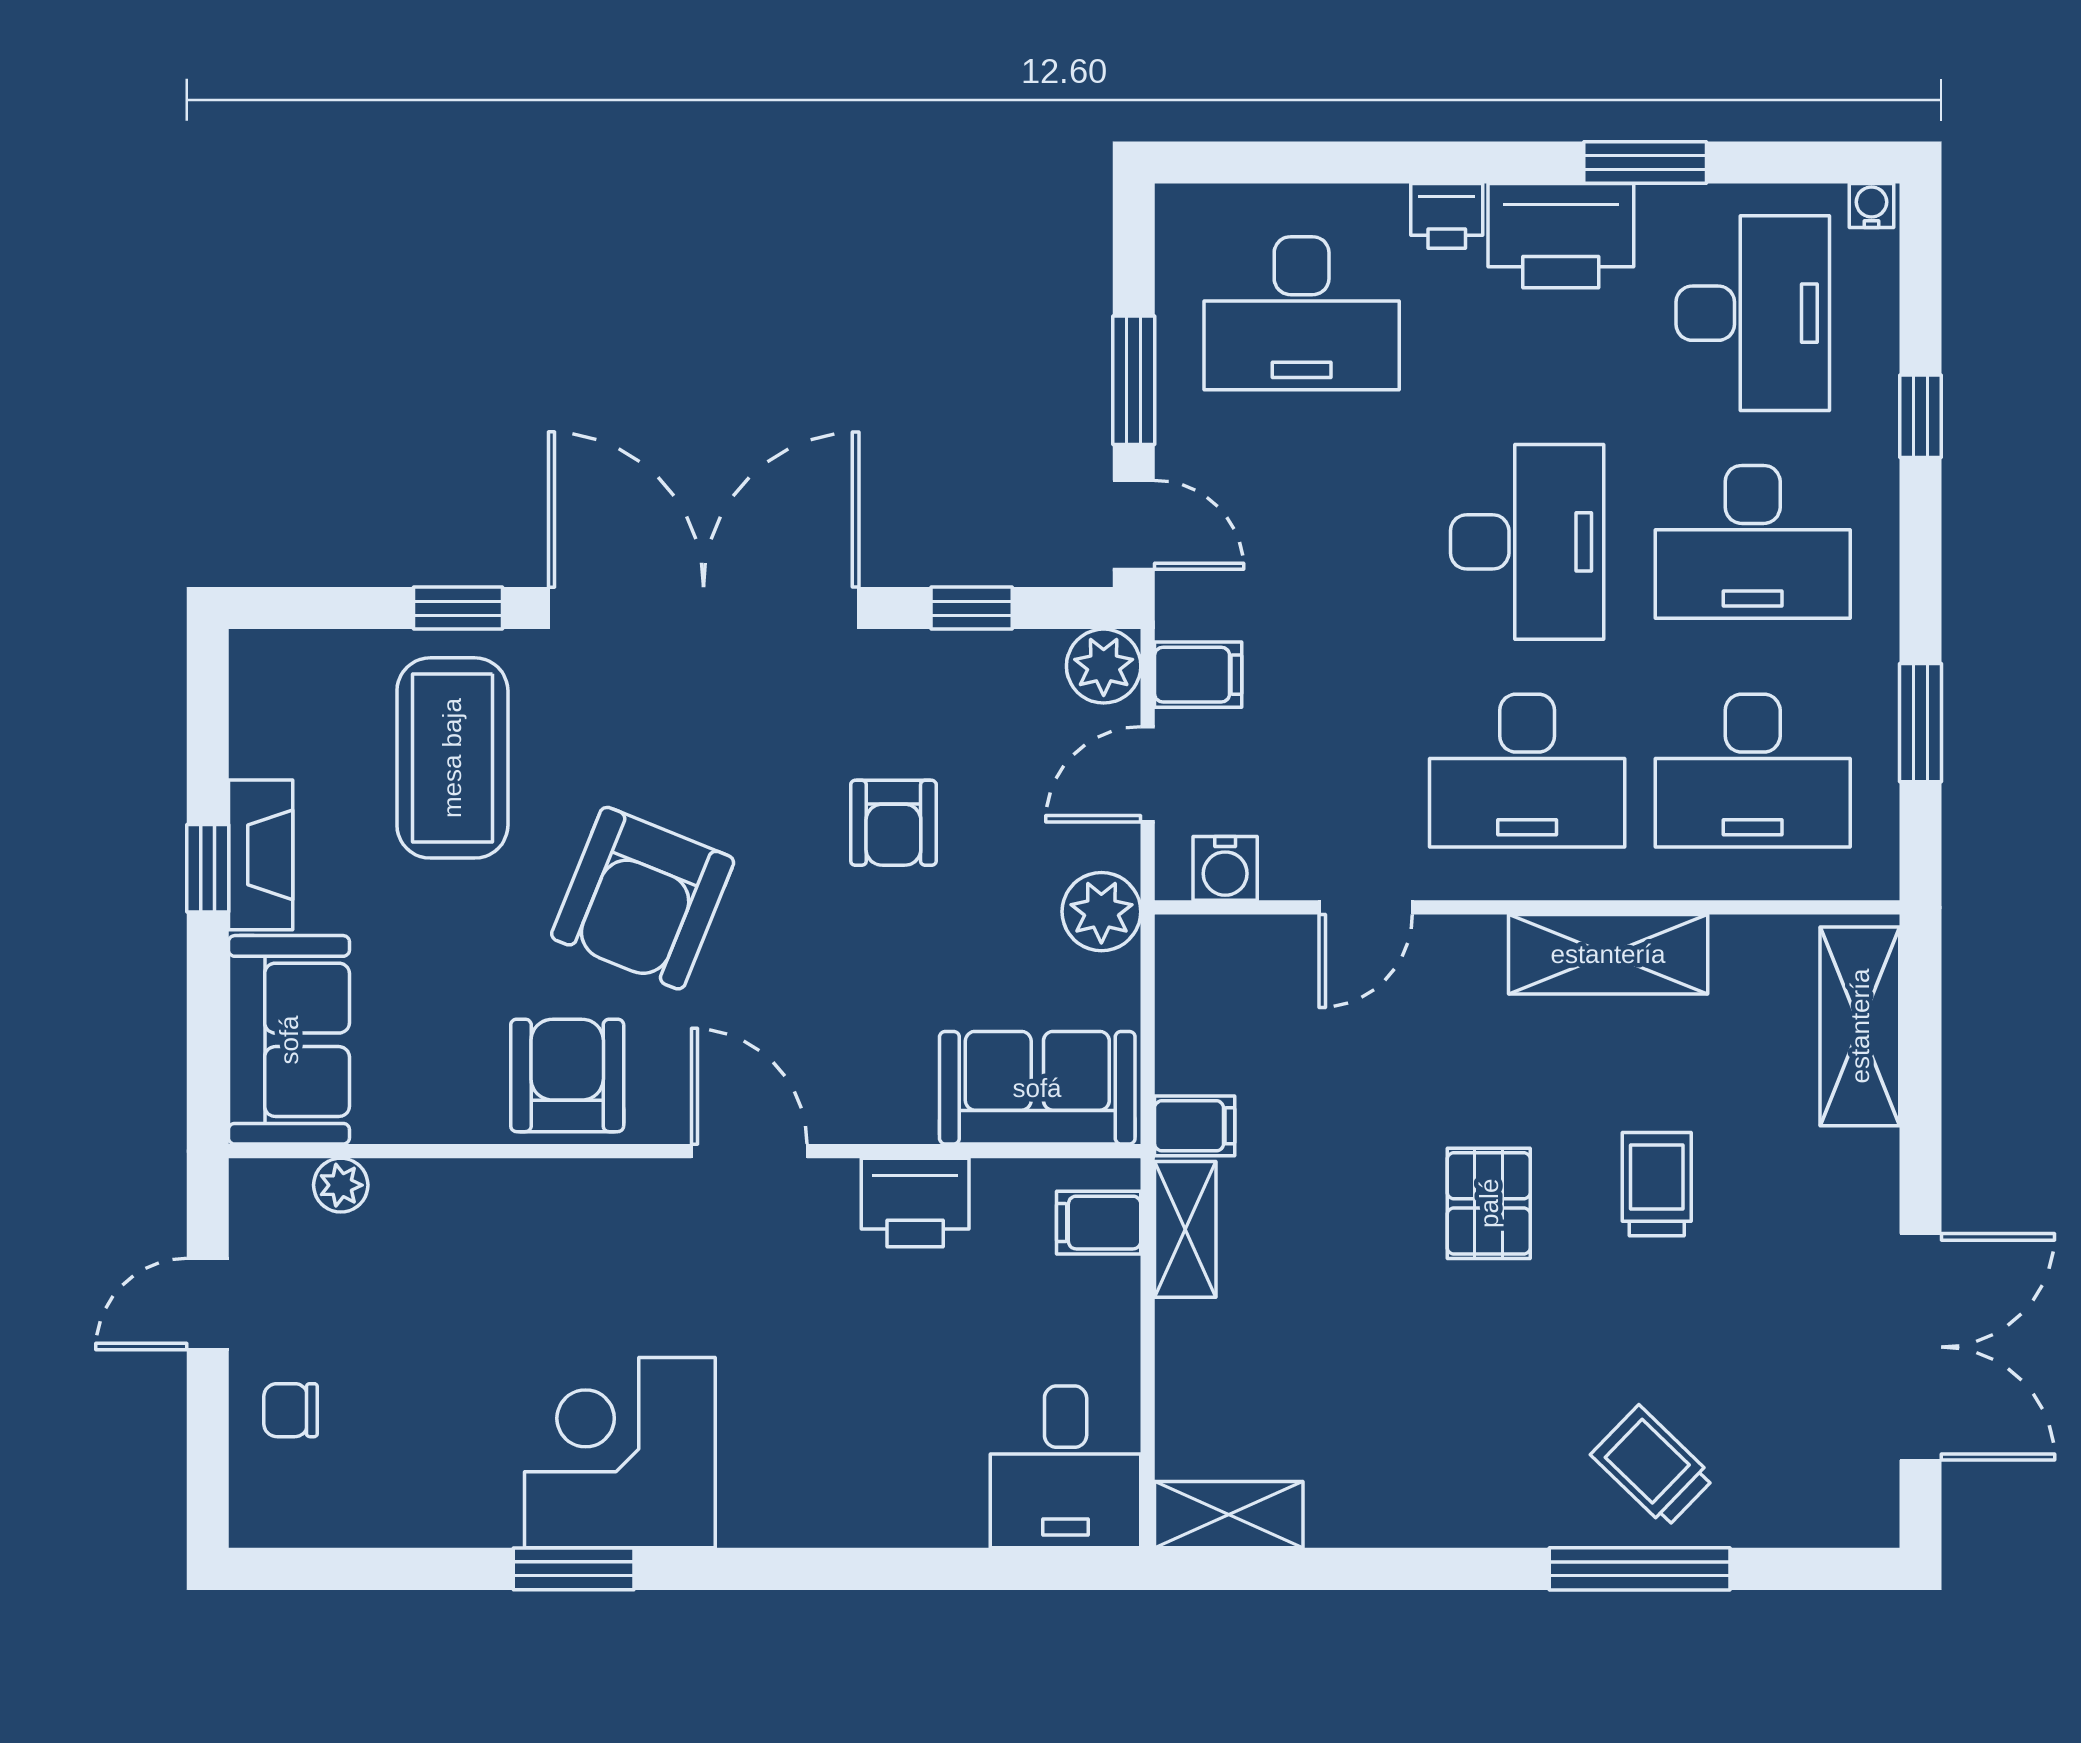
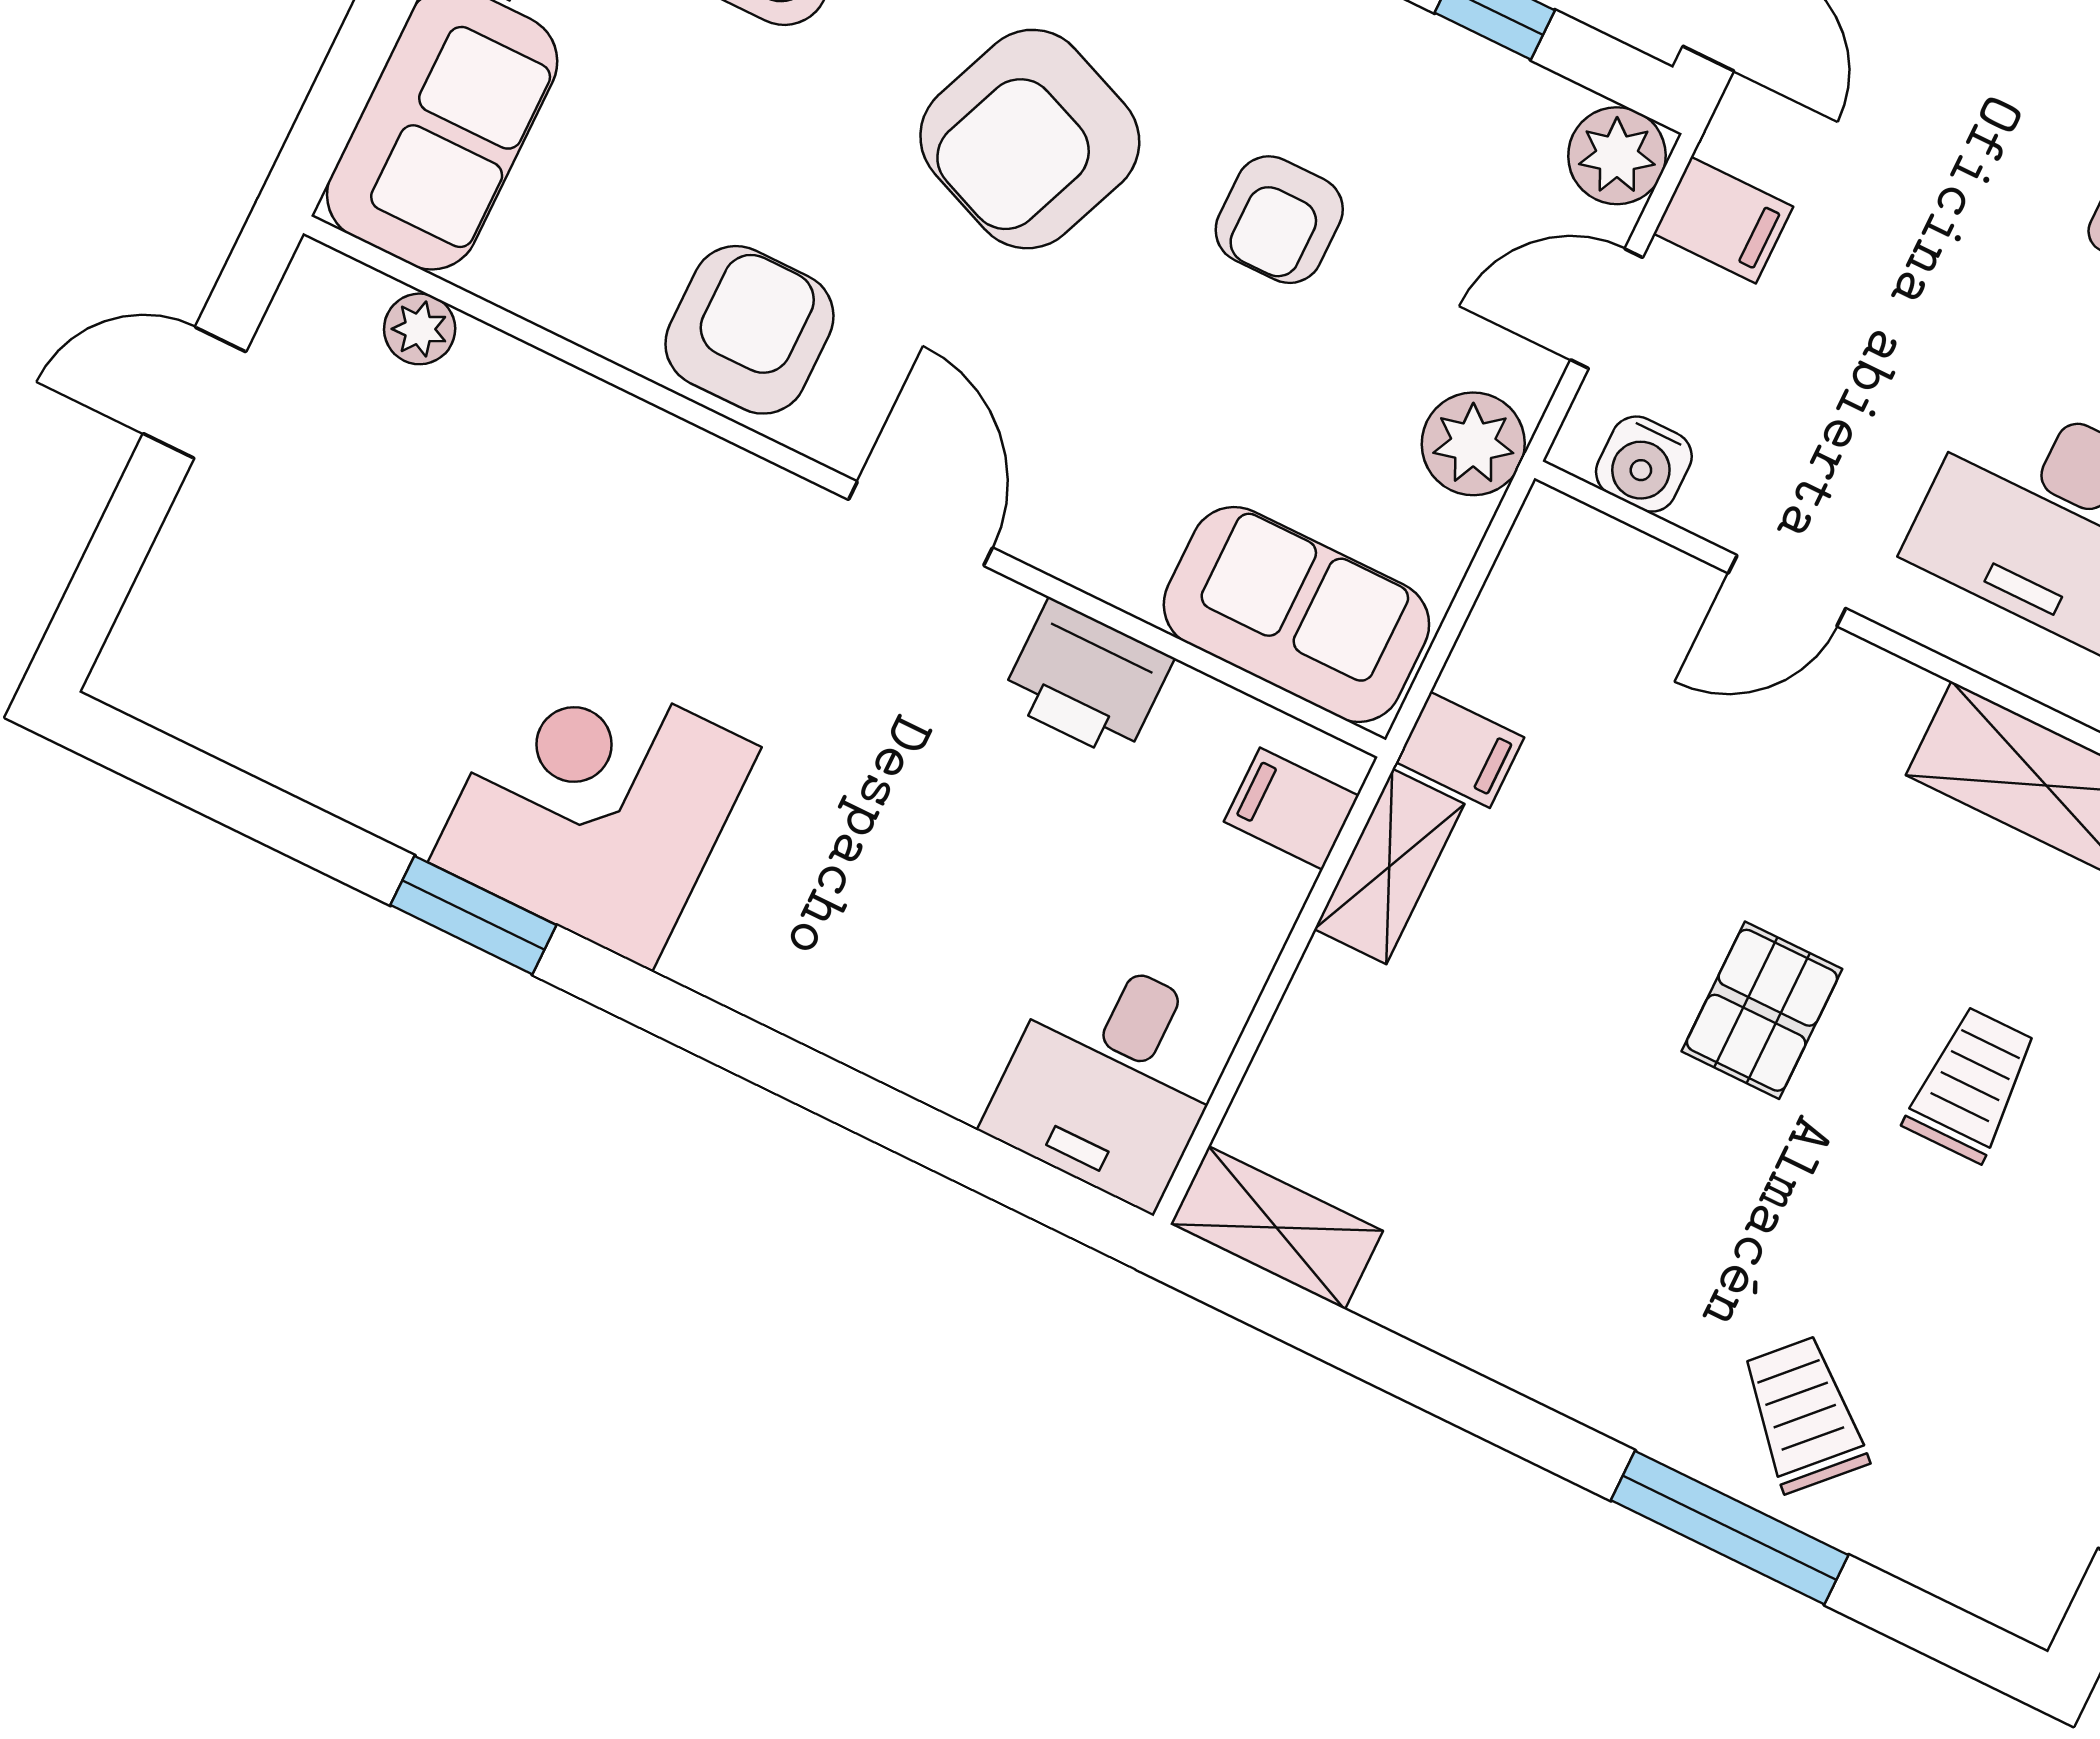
armchair: (643, 898) -> (1030, 139), moved
chair: (291, 1410) -> (231, 565), removed

